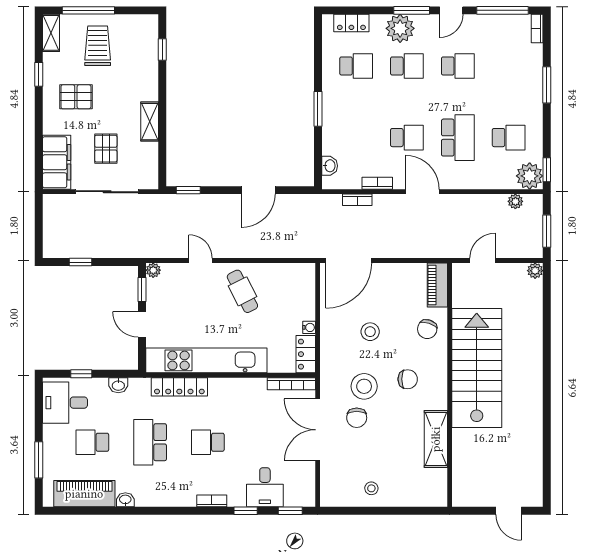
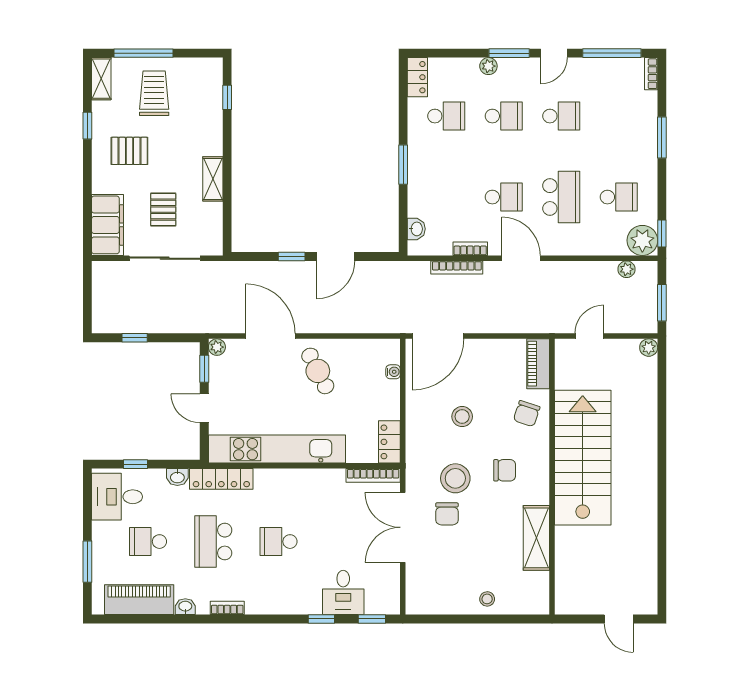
locker: (351, 23) -> (417, 77), moved, turned -90
plant: (400, 28) -> (488, 66), width x0.53, depth x0.53
window: (188, 190) -> (292, 256), moved
bookcase: (357, 200) -> (457, 267), width x1.56
door: (201, 261) -> (270, 336), width x1.88
water cooler: (309, 327) -> (393, 372), moved
locker: (179, 387) -> (221, 479), moved
stool: (371, 488) -> (487, 599), moved
bookcase: (212, 501) -> (227, 608), moved

